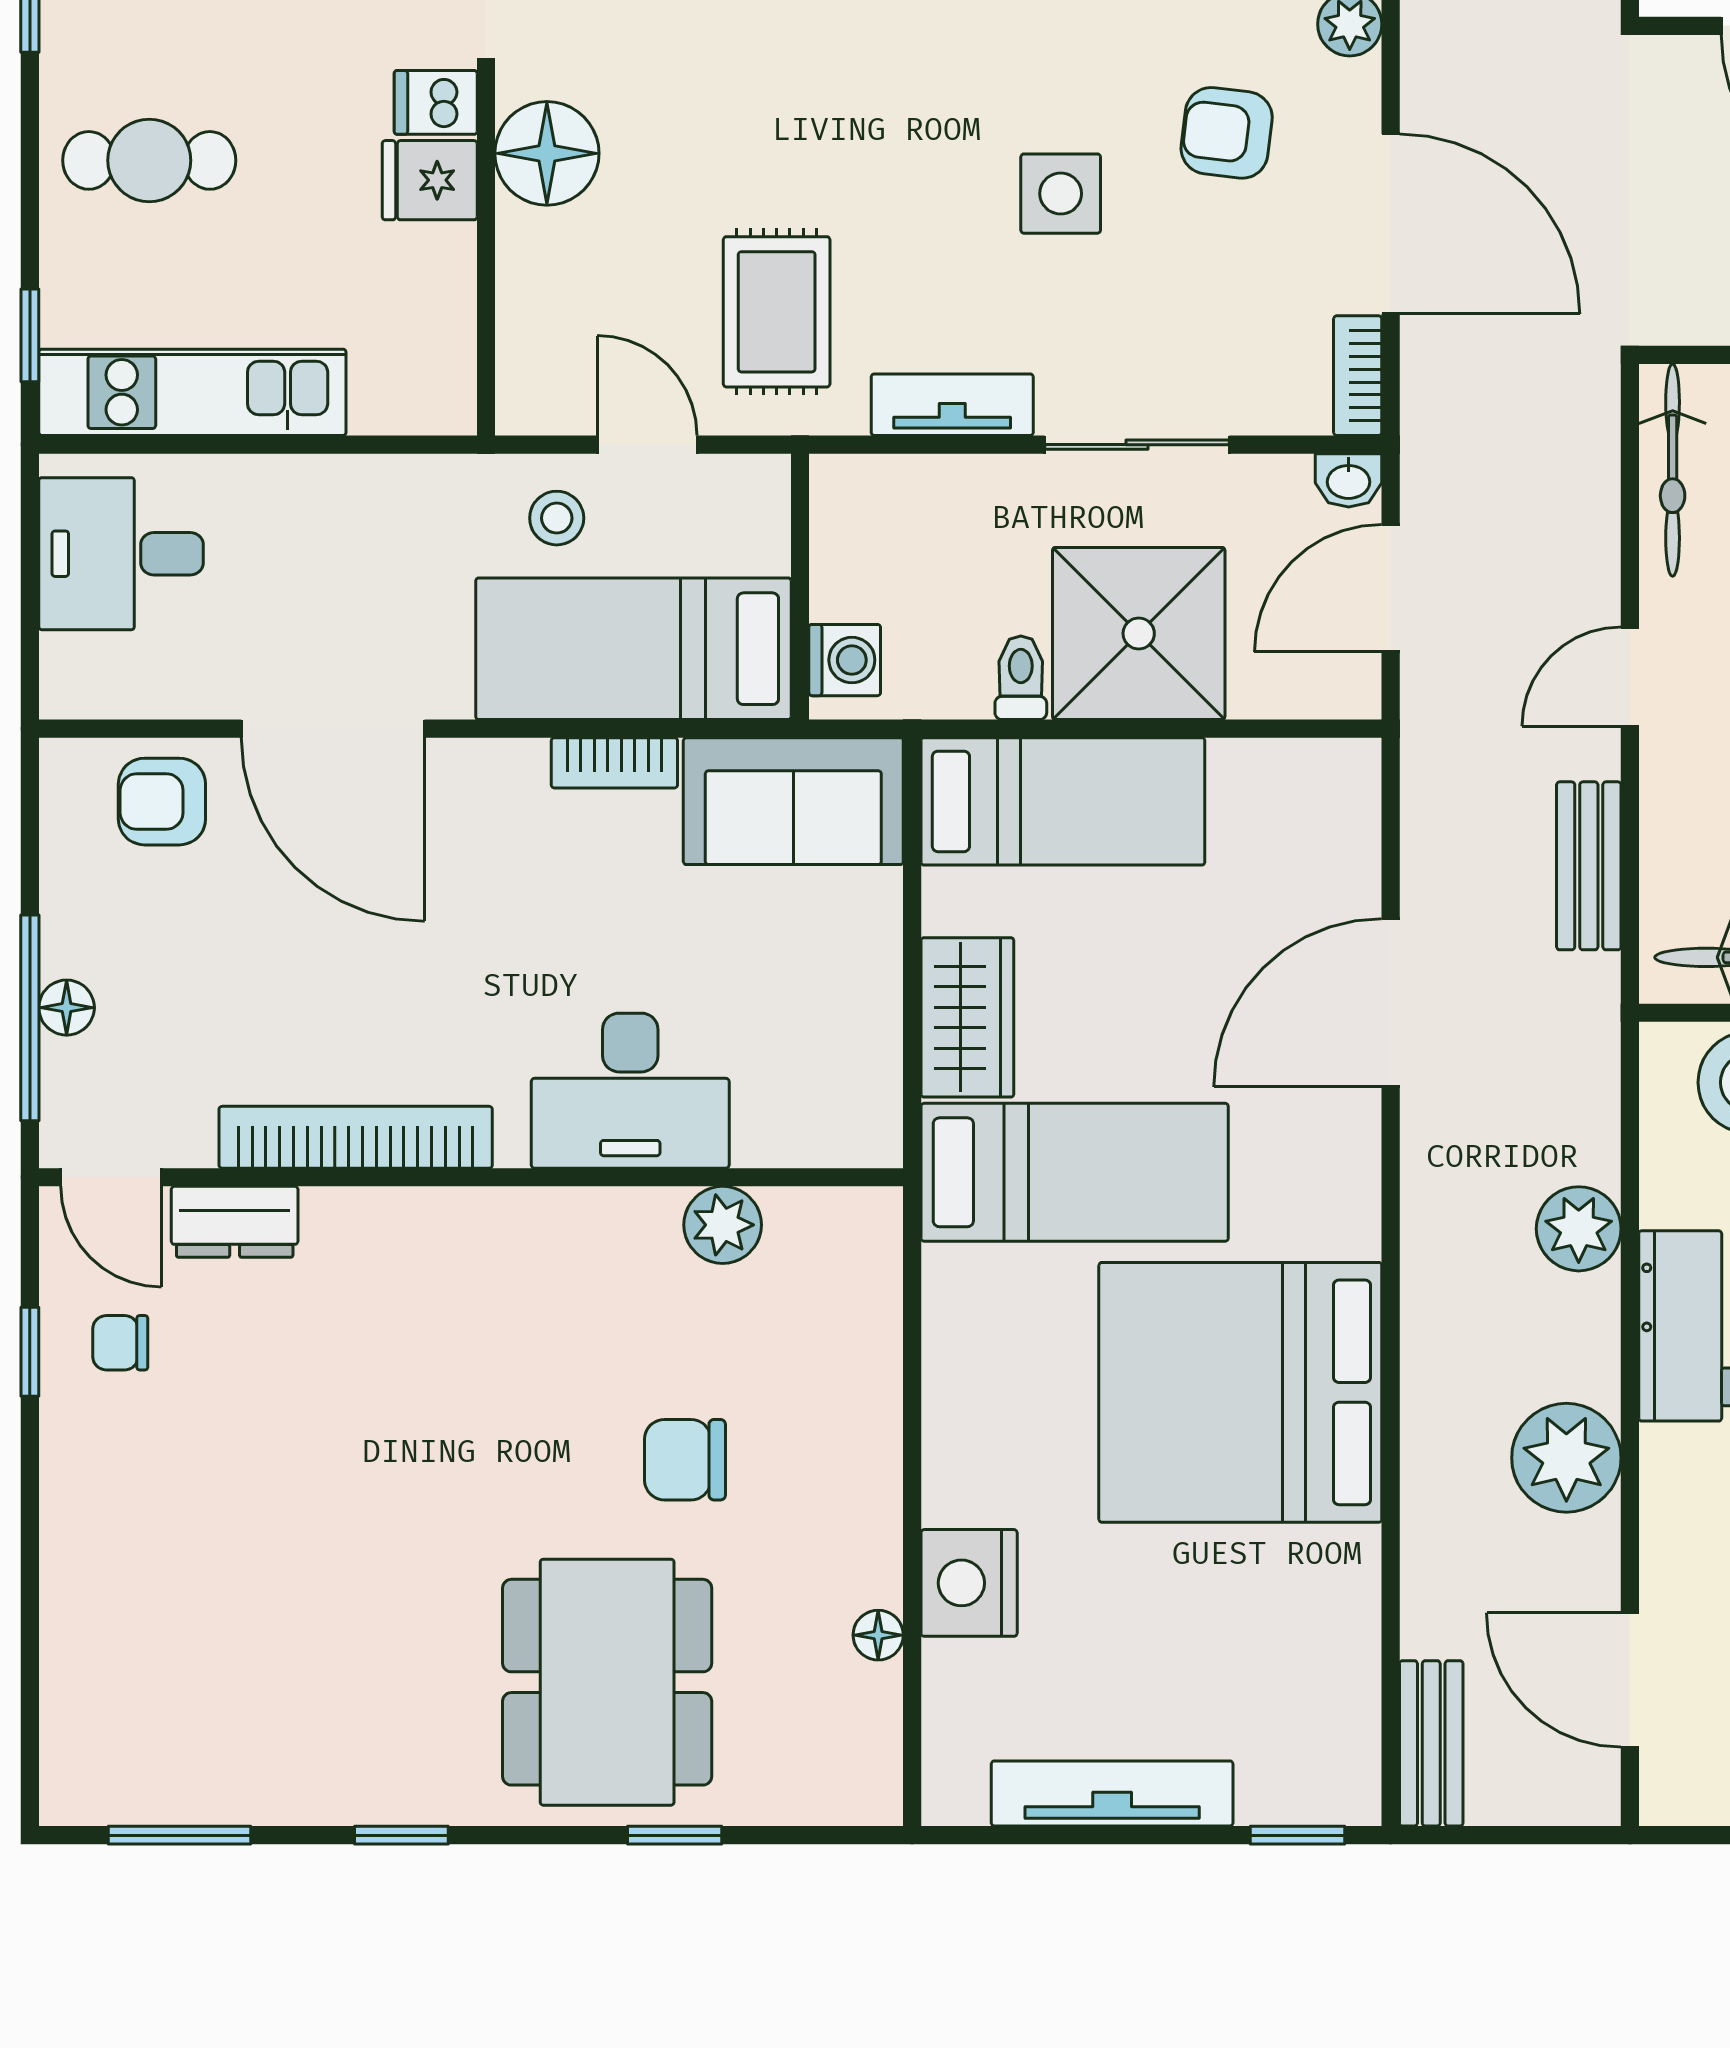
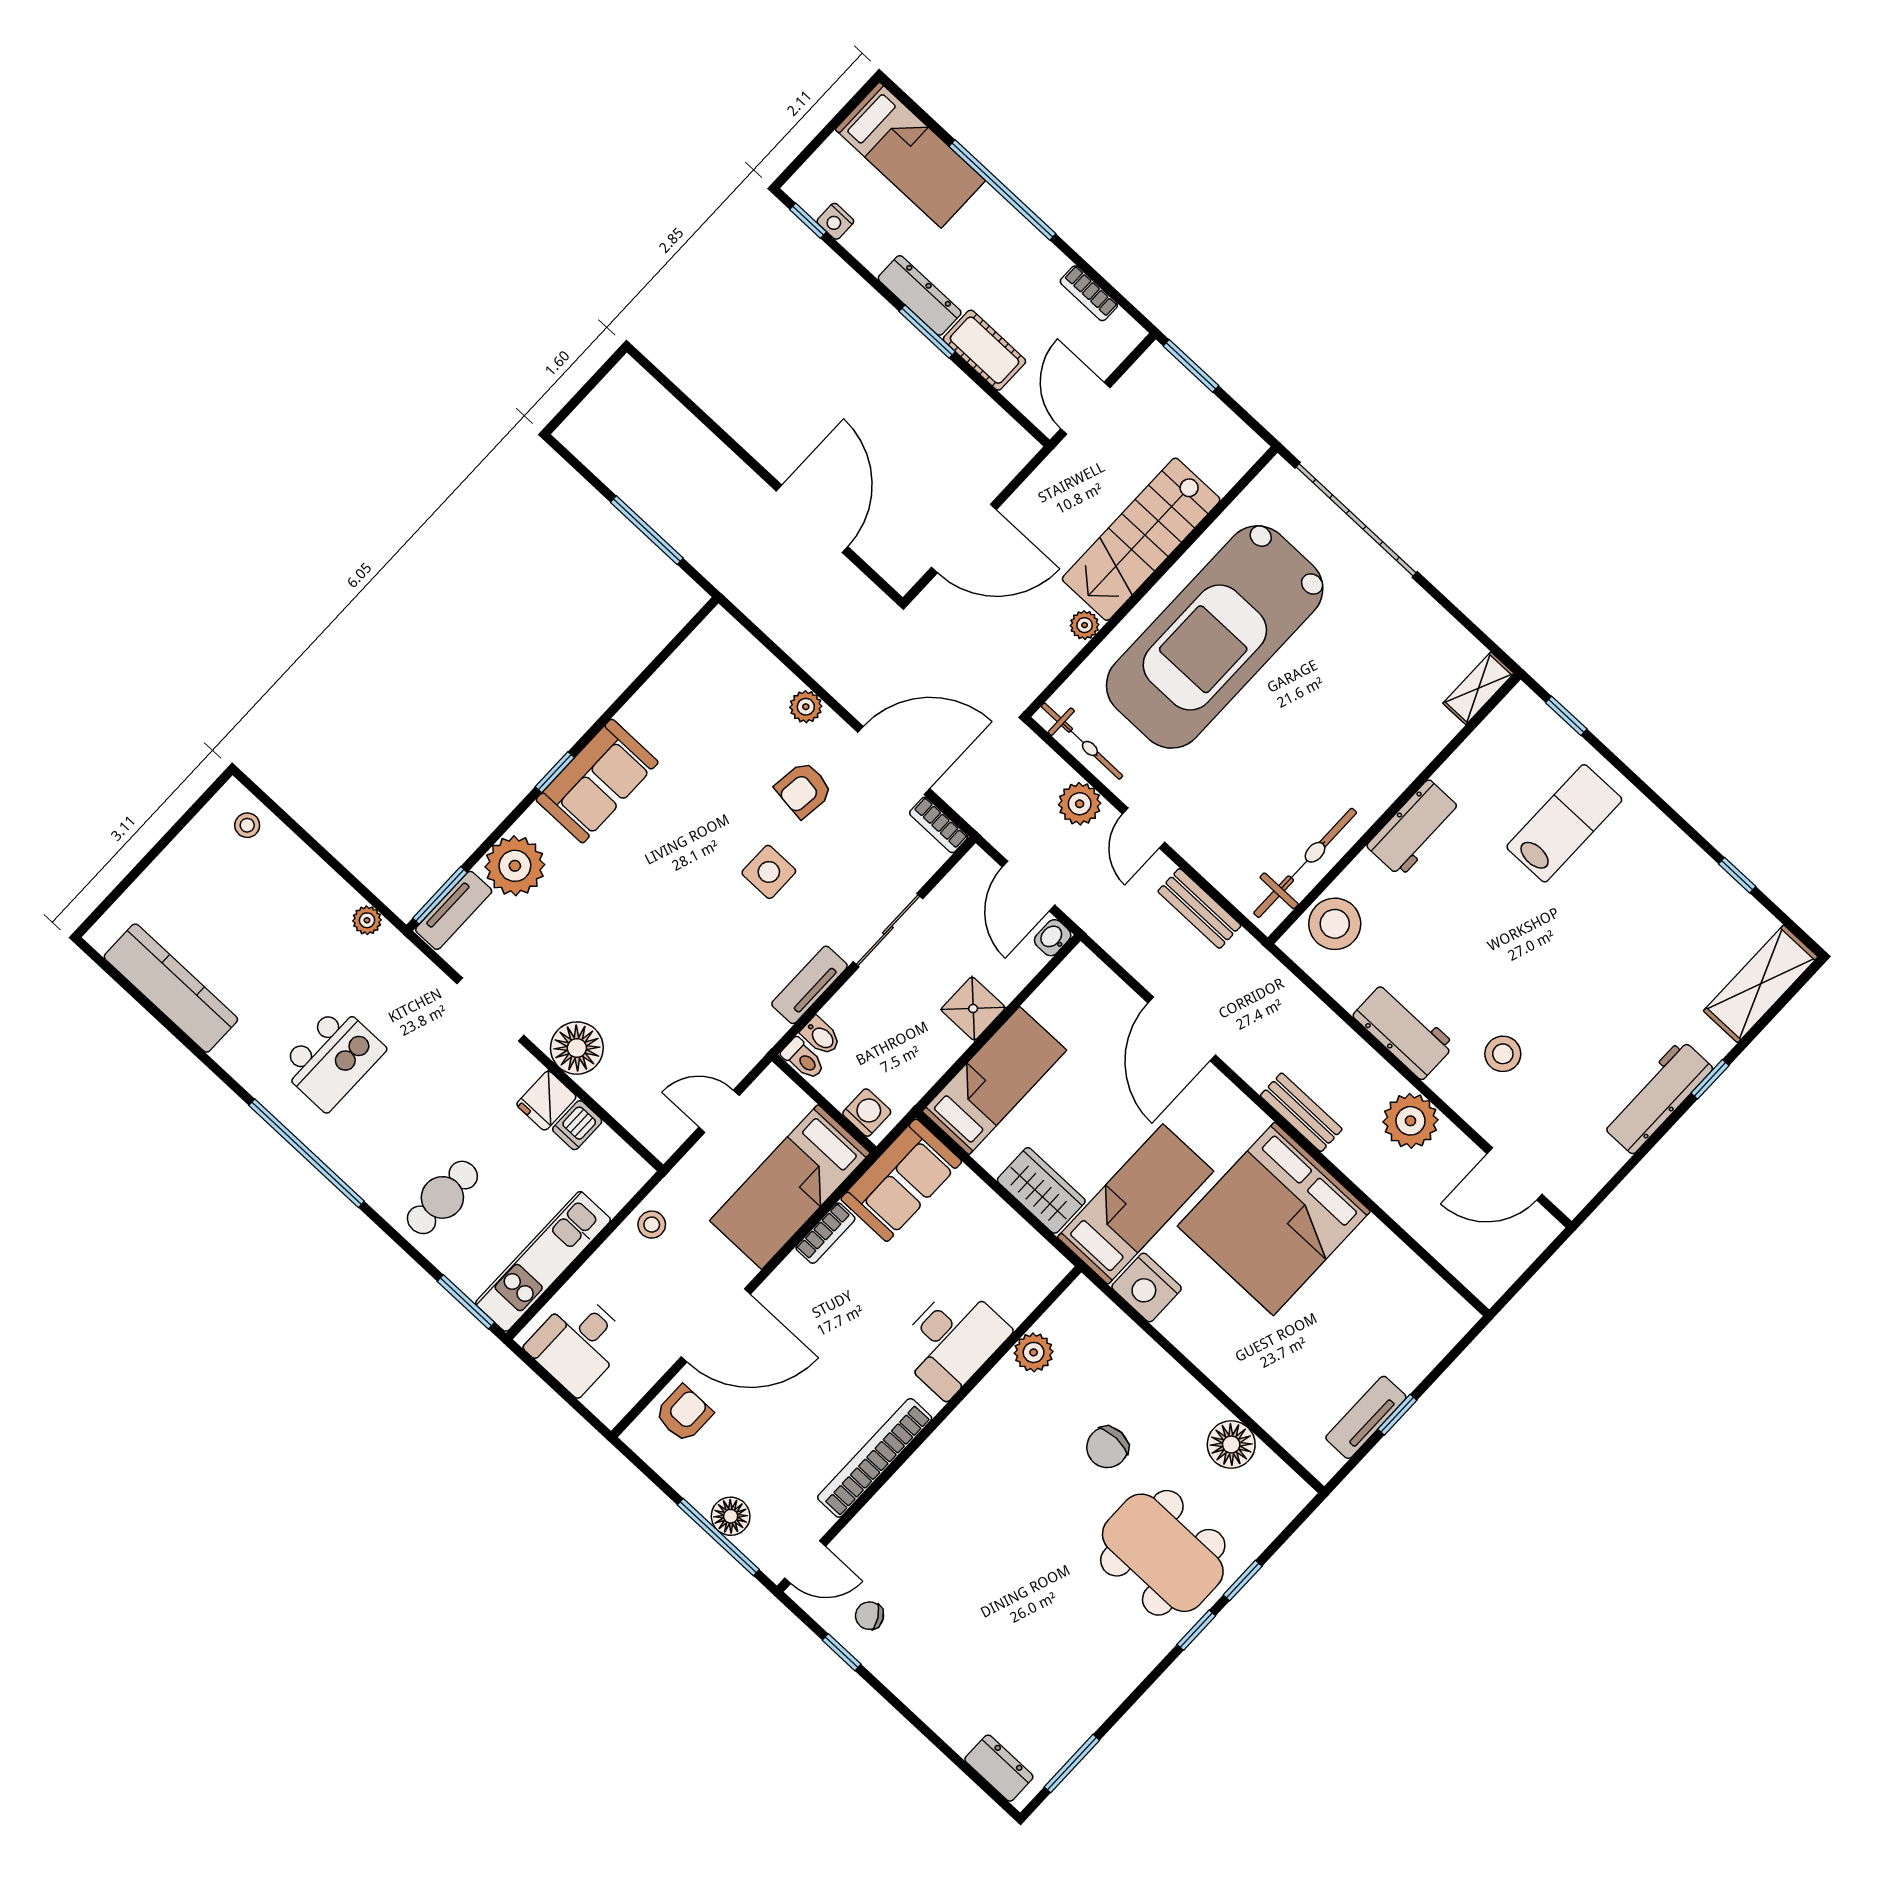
dishwasher: (436, 102) -> (577, 1125), moved
rug: (777, 312) -> (715, 1018), removed
window: (30, 335) -> (466, 1302), width x1.50
washbasin: (1349, 480) -> (1053, 938), moved, turned 180
bidet: (893, 490) -> (821, 1036), added
stool: (557, 518) -> (652, 1225), moved
shower: (1139, 633) -> (973, 1009), width x0.54, depth x0.54
toilet: (1021, 678) -> (803, 1059), moved, turned 180
armchair: (162, 802) -> (684, 1414), turned 180
floor lamp: (67, 1008) -> (731, 1516), width x1.37, depth x1.37
dresser: (235, 1222) -> (999, 1768), moved, turned -90
plant: (1579, 1229) -> (1080, 804), moved
chair: (120, 1343) -> (869, 1616), turned 60
nightstand: (969, 1583) -> (1147, 1287), moved
floor lamp: (878, 1635) -> (1231, 1444), width x1.89, depth x1.89
bench: (1431, 1743) -> (1301, 1112), moved
tv unit: (1112, 1793) -> (1366, 1417), width x0.71
window: (401, 1835) -> (1196, 1630), moved
window: (1298, 1835) -> (1397, 1415), moved

